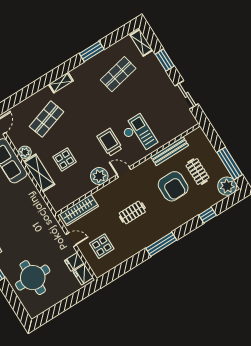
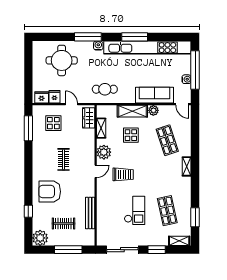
window: (92, 51) -> (195, 217), moved
sliding door: (187, 95) -> (122, 250), width x1.37
checkout: (139, 134) -> (135, 210), moved, turned -90
window: (230, 163) -> (68, 250), moved
armchair: (173, 186) -> (50, 192), moved
shelving: (76, 194) -> (101, 128), added
wardrobe: (79, 210) -> (89, 118), width x0.67
cafe table: (34, 215) -> (105, 89), added
door: (71, 240) -> (71, 104), swing flipped
window: (161, 244) -> (28, 128), moved

